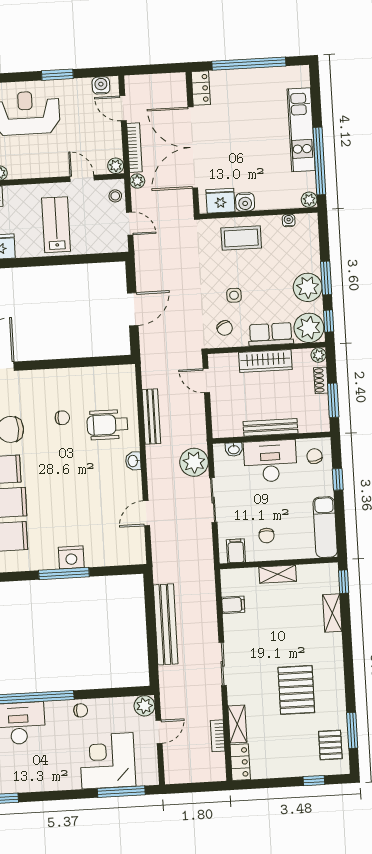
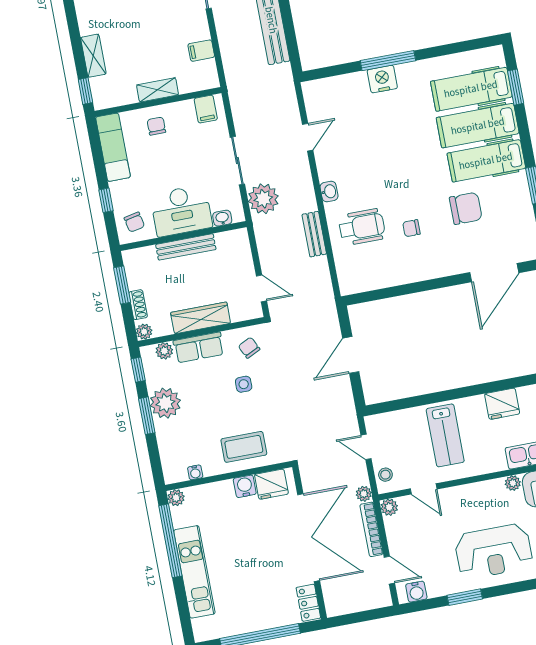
plant: (309, 328) -> (164, 351), width x0.53, depth x0.53
bench: (151, 417) -> (314, 234), width x0.73
chair: (267, 536) -> (156, 126), moved

